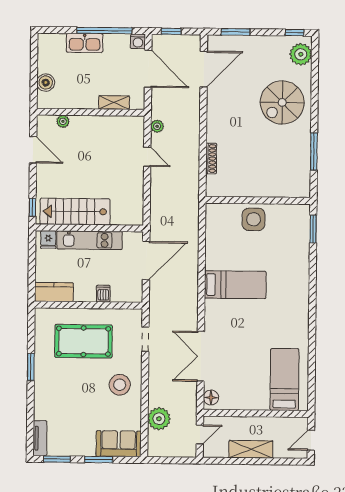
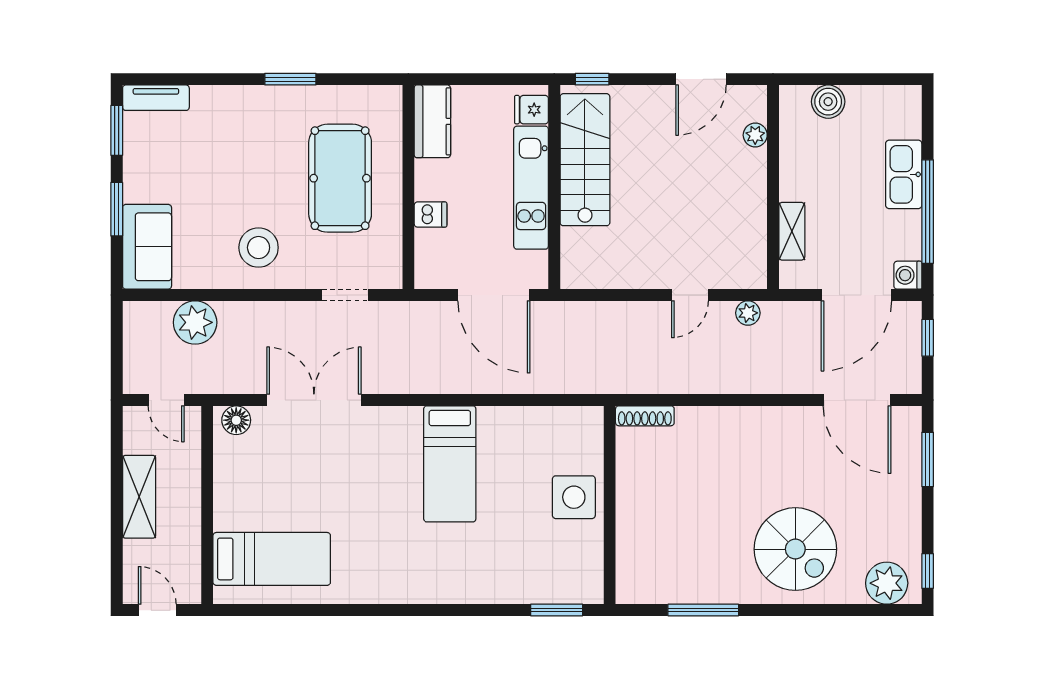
spiral stairs: (282, 102) -> (795, 549), turned 180
shoe rack: (211, 159) -> (645, 416), moved

